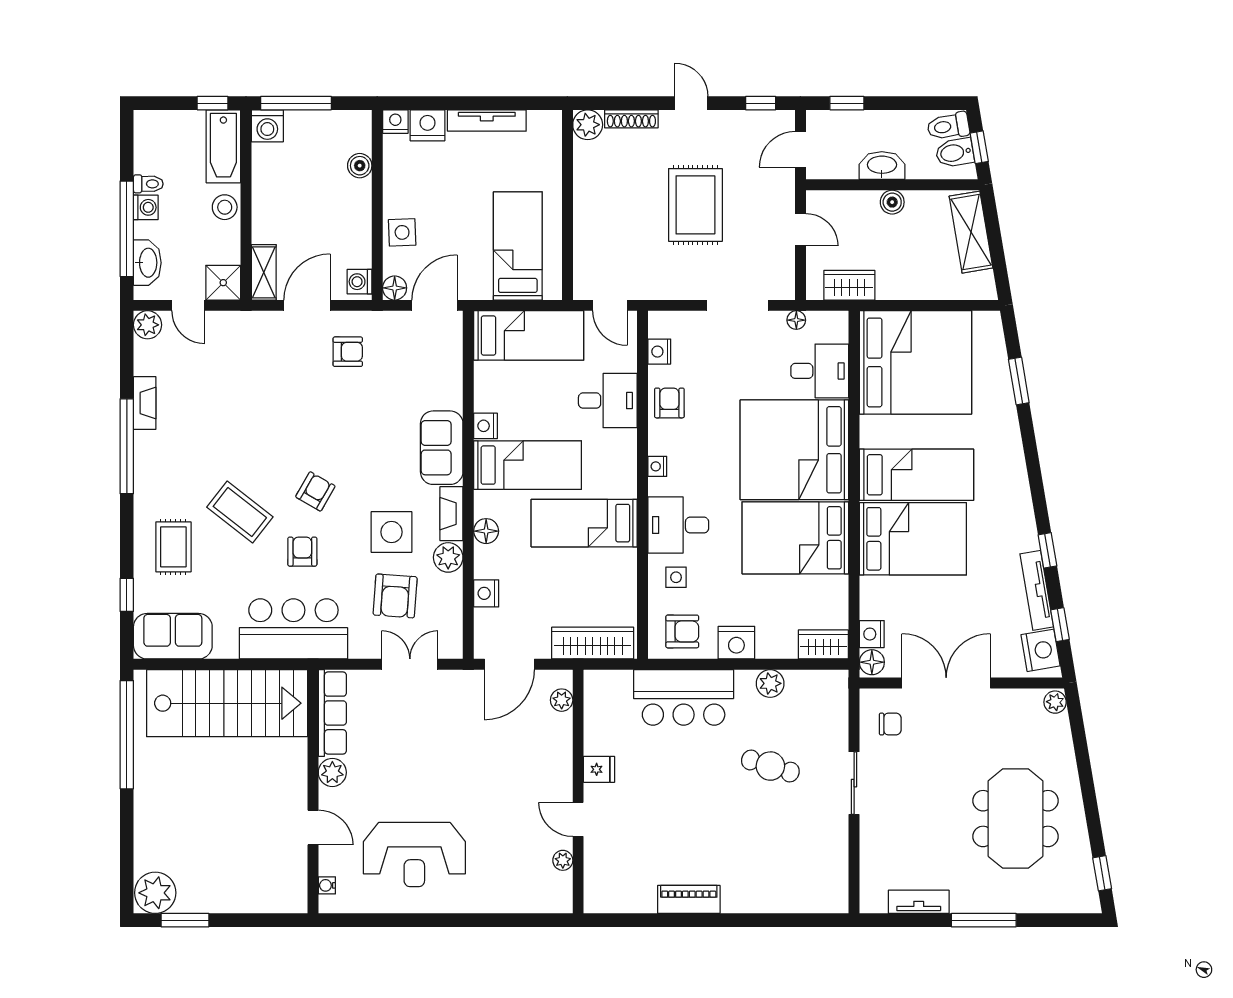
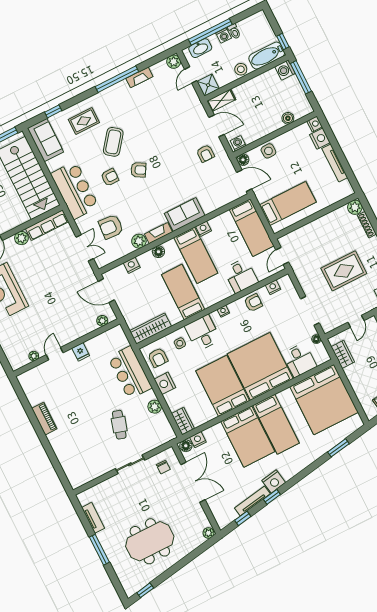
side table: (392, 532) -> (138, 211), removed
wardrobe: (593, 643) -> (150, 329), moved, turned -90
nightstand: (1041, 650) -> (274, 481), moved

